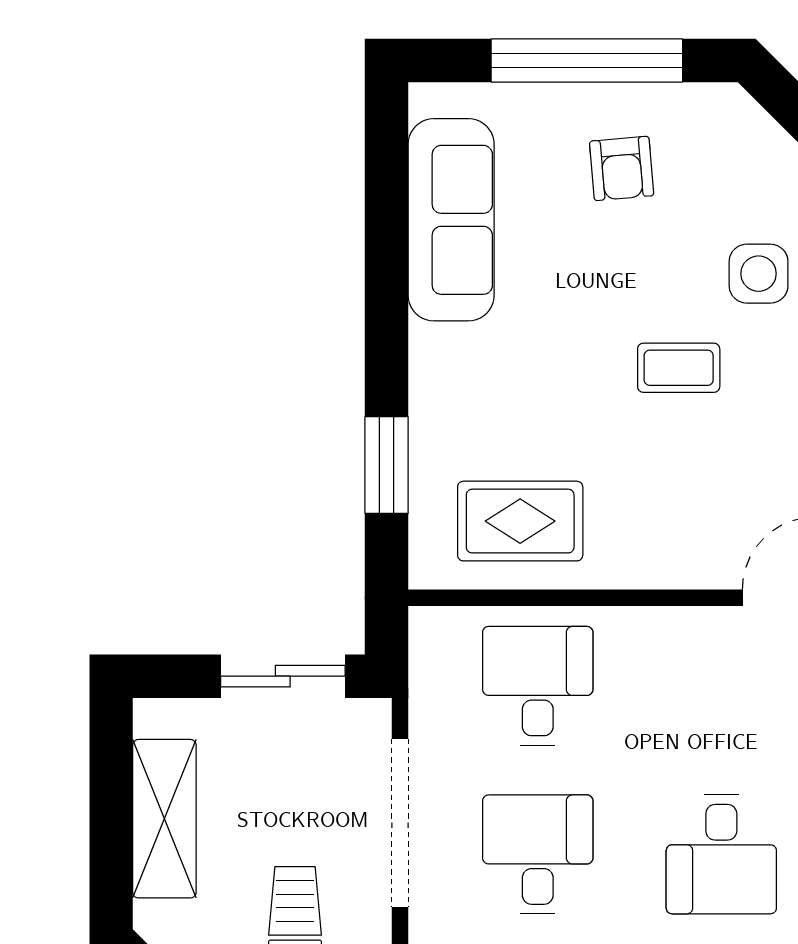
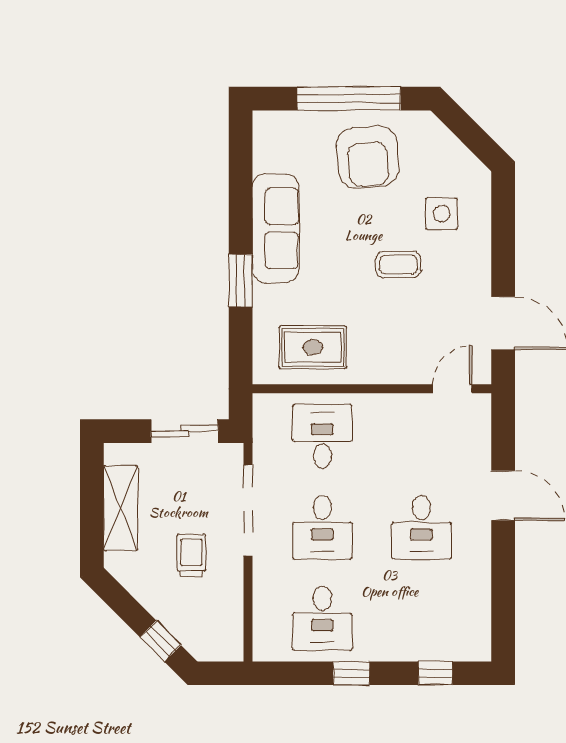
armchair: (622, 168) -> (368, 157), width x1.88, depth x1.88
sofa: (451, 220) -> (276, 228), moved
window: (387, 465) -> (241, 281), moved
desk: (538, 854) -> (322, 527), turned 180

